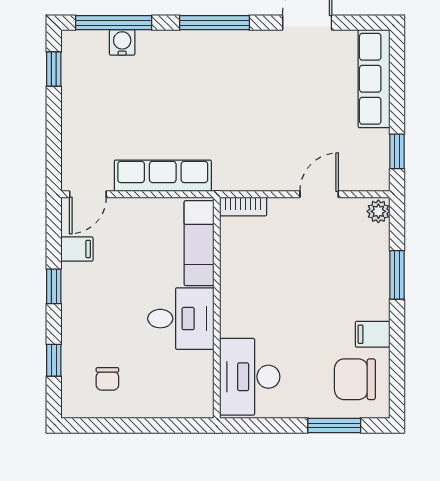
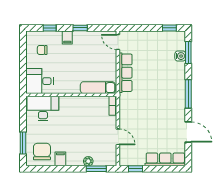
window: (114, 23) -> (188, 53), width x0.69
plant: (378, 211) -> (88, 161), moved
filing cabinet: (77, 249) -> (67, 37), moved
window: (397, 275) -> (96, 169), moved
desk: (181, 319) -> (40, 81), moved, turned 90

